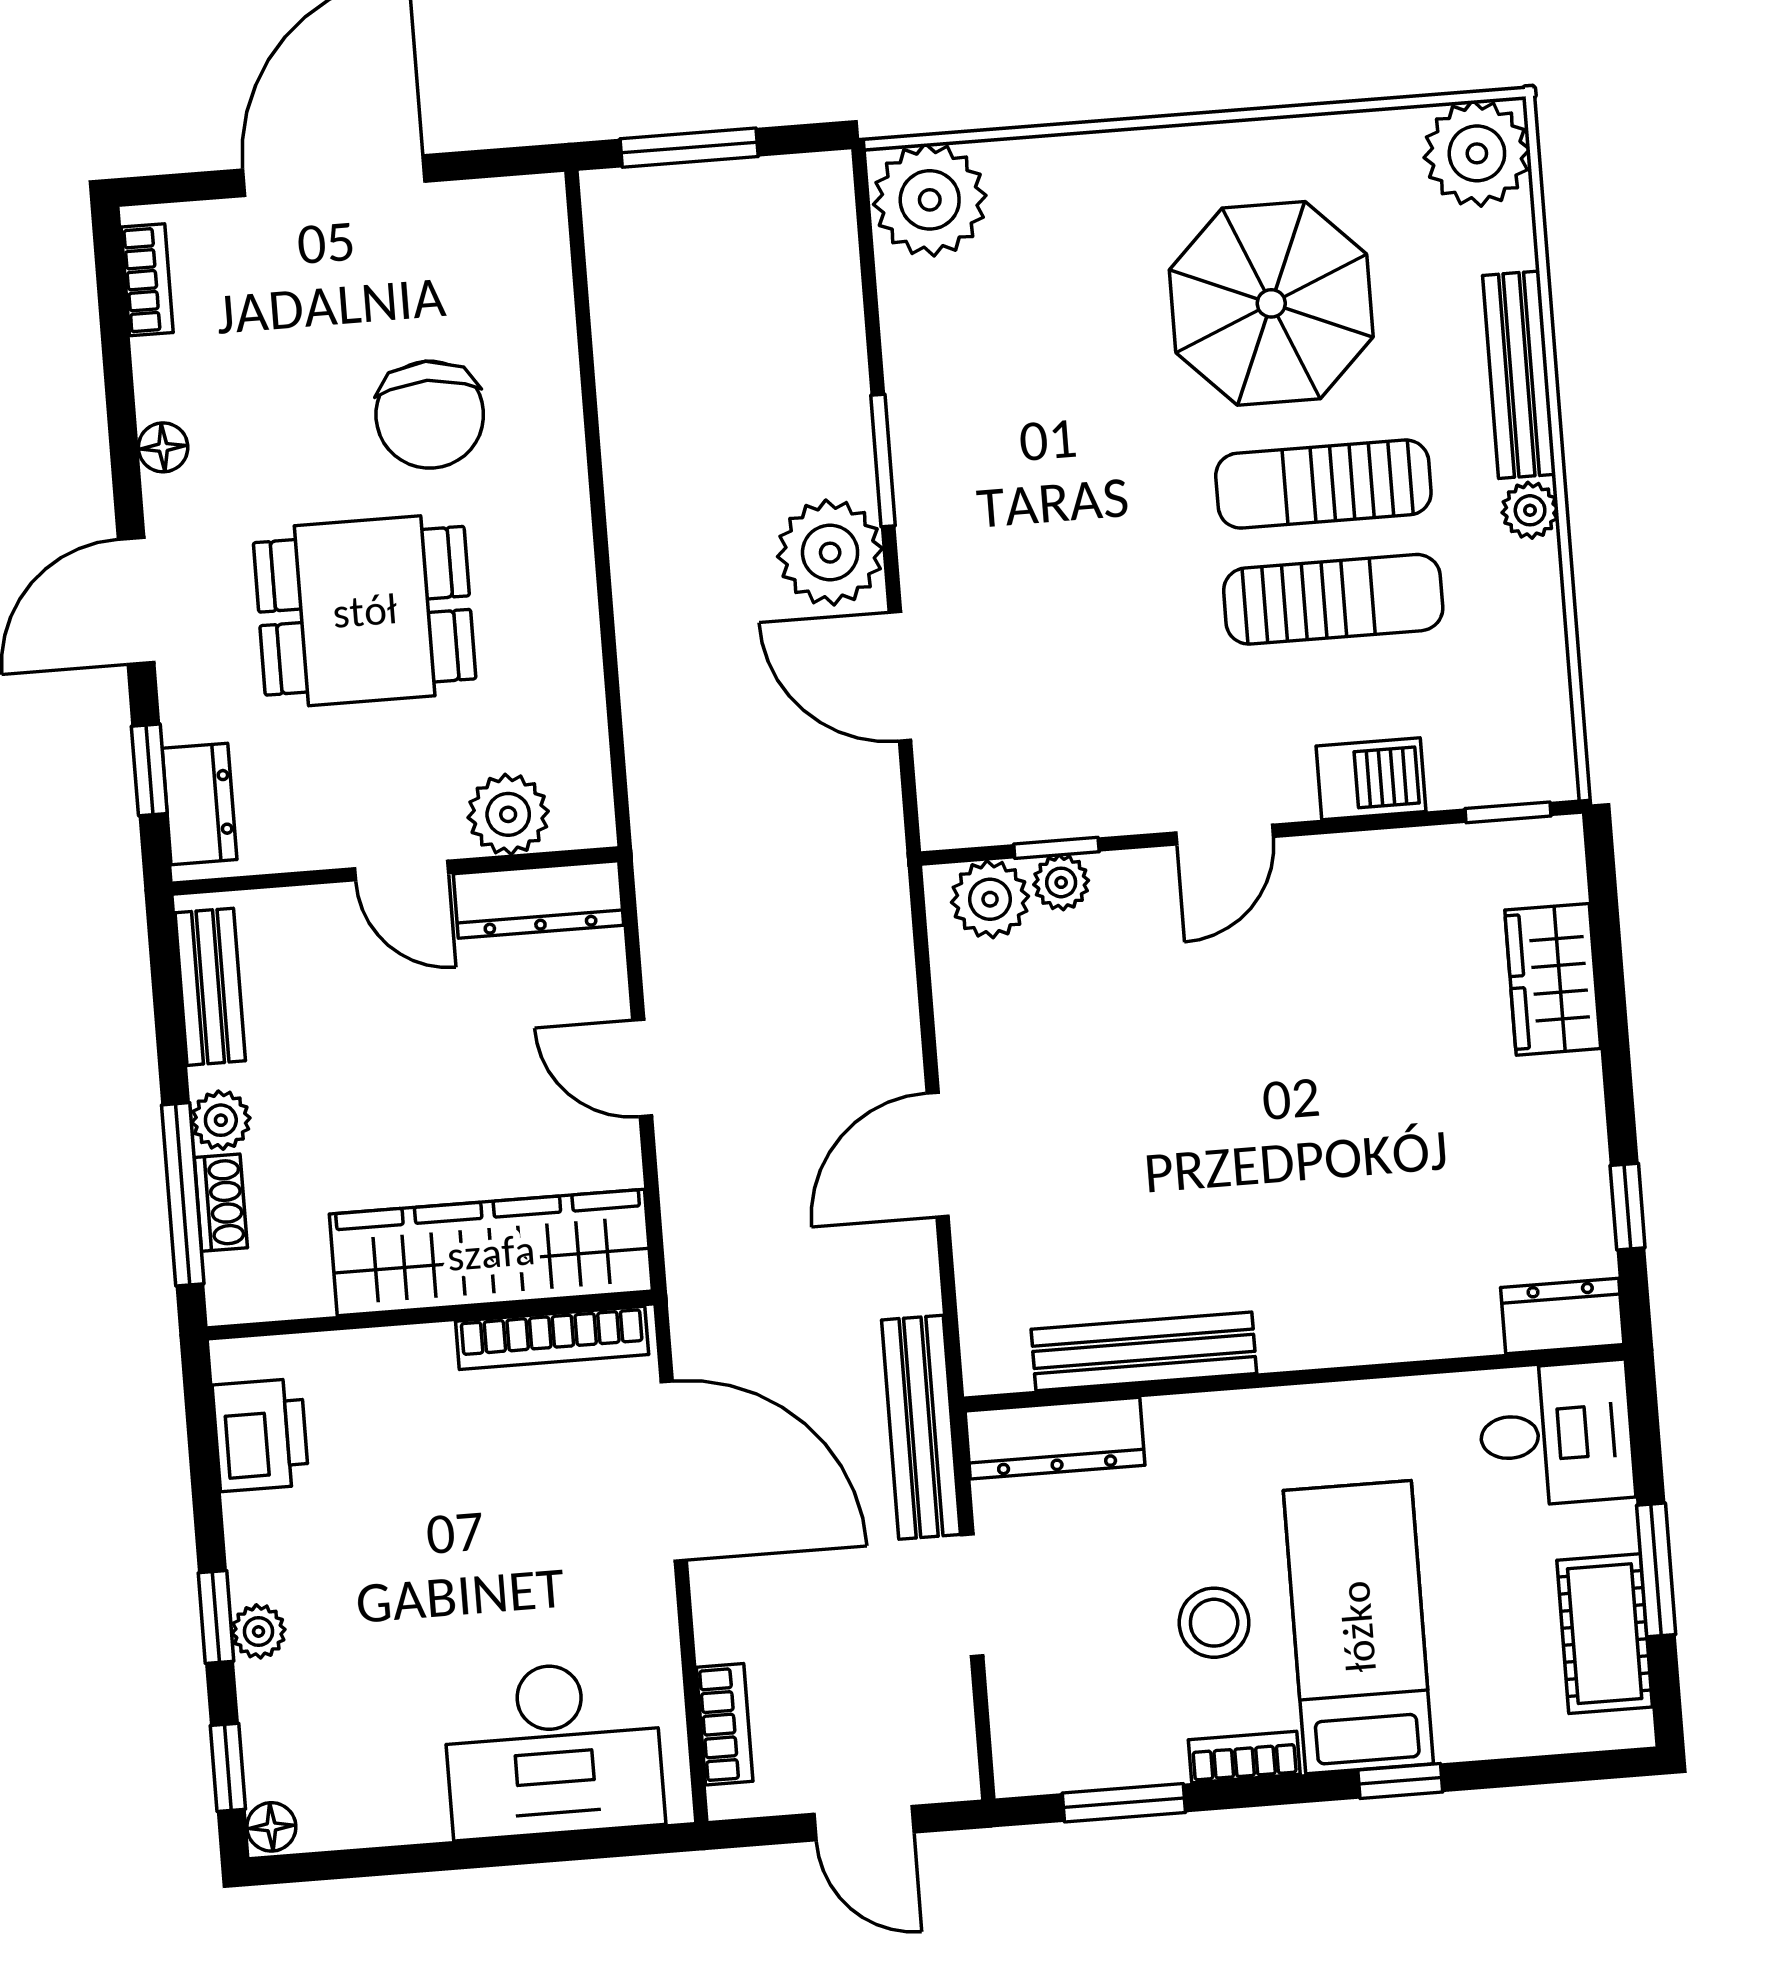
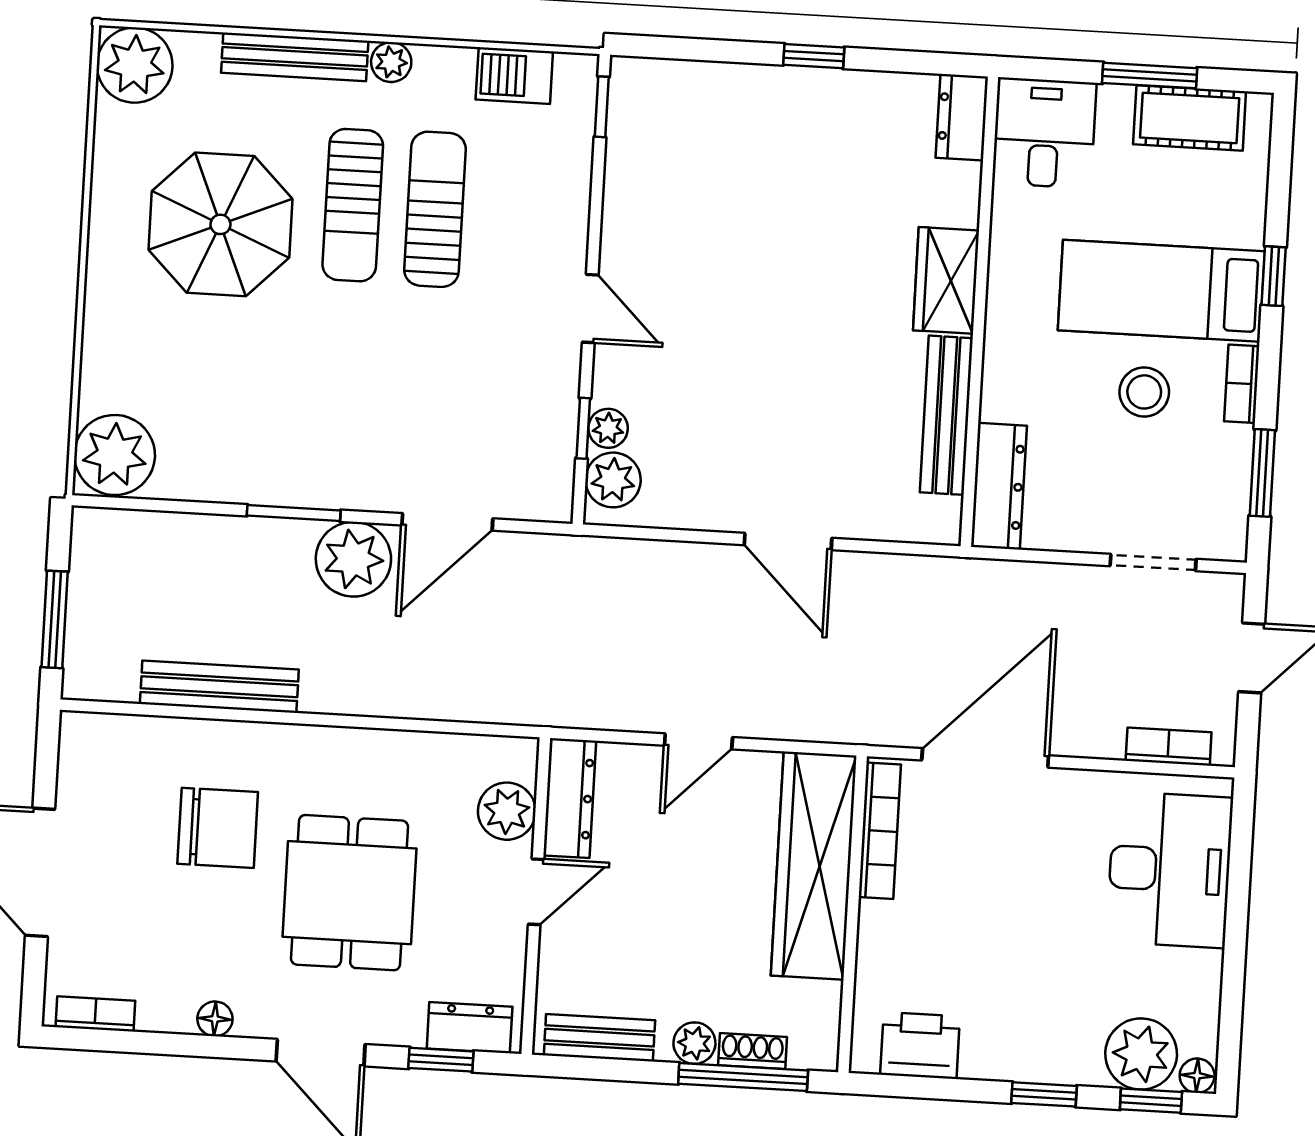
barbecue: (1371, 779) -> (514, 76), moved, turned -90
wardrobe: (1553, 979) -> (946, 280), moved, turned 90
window: (1628, 1207) -> (814, 56), moved
bench: (921, 1427) -> (219, 687), moved
doorway: (972, 1595) -> (1153, 563), moved
plant: (258, 1631) -> (1141, 1054), moved, width x1.87, depth x1.87

